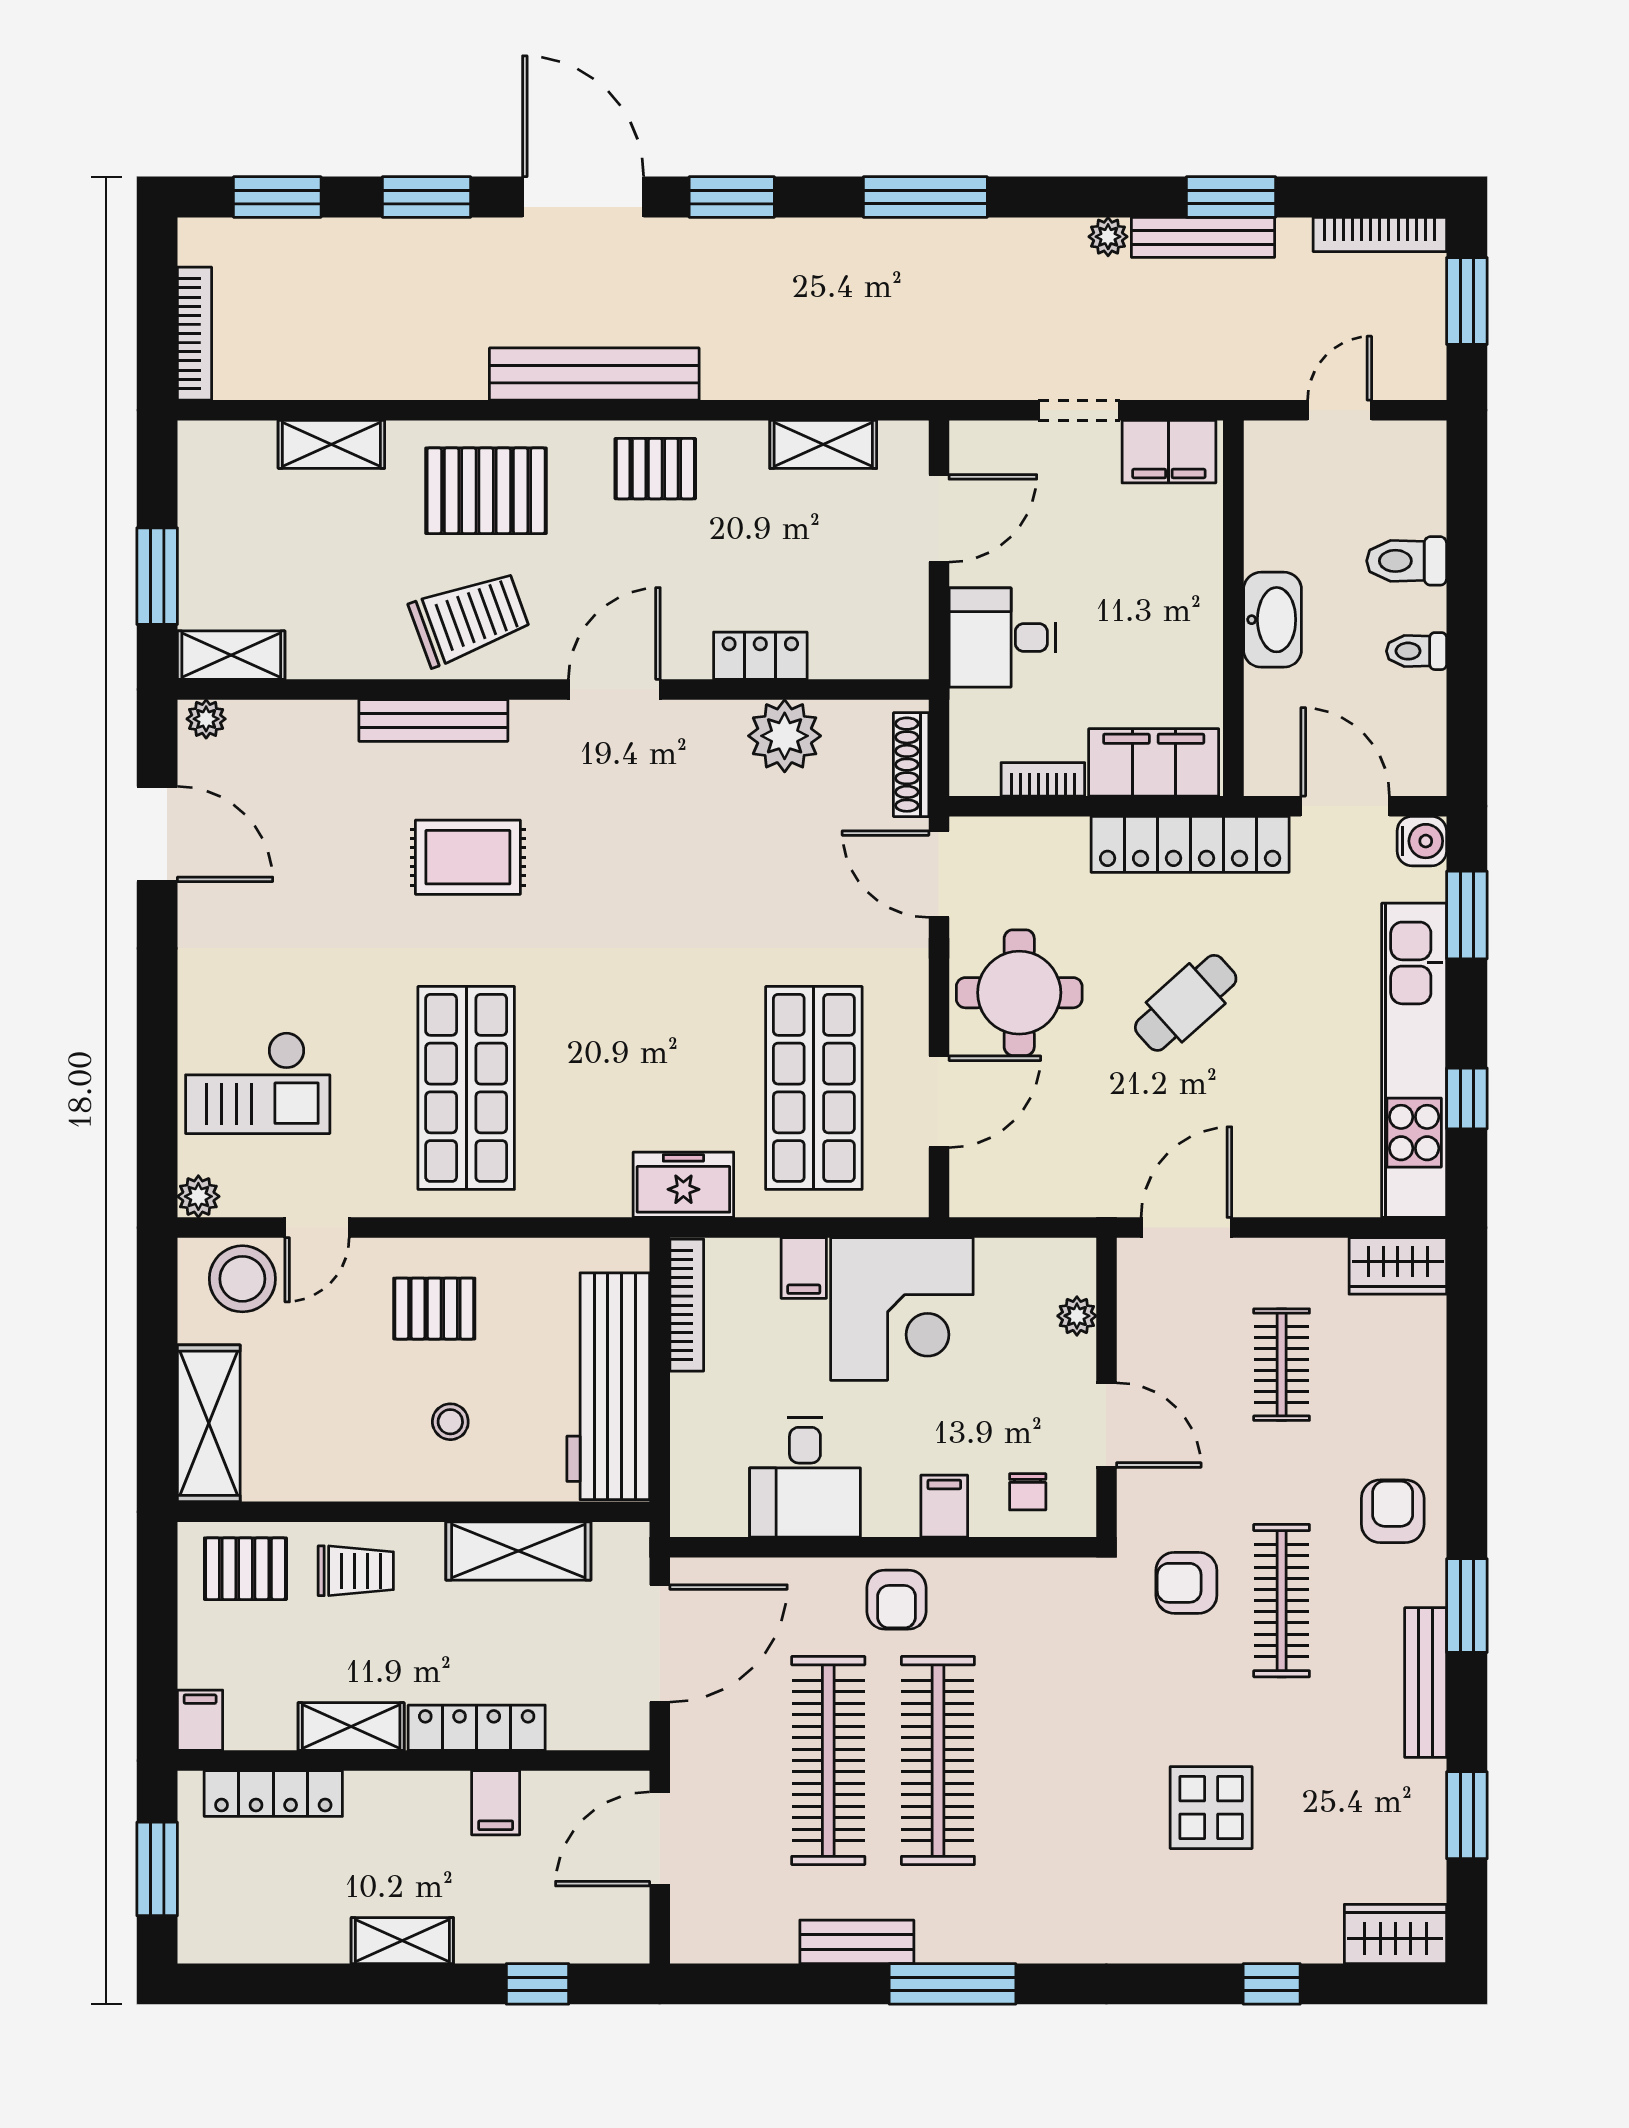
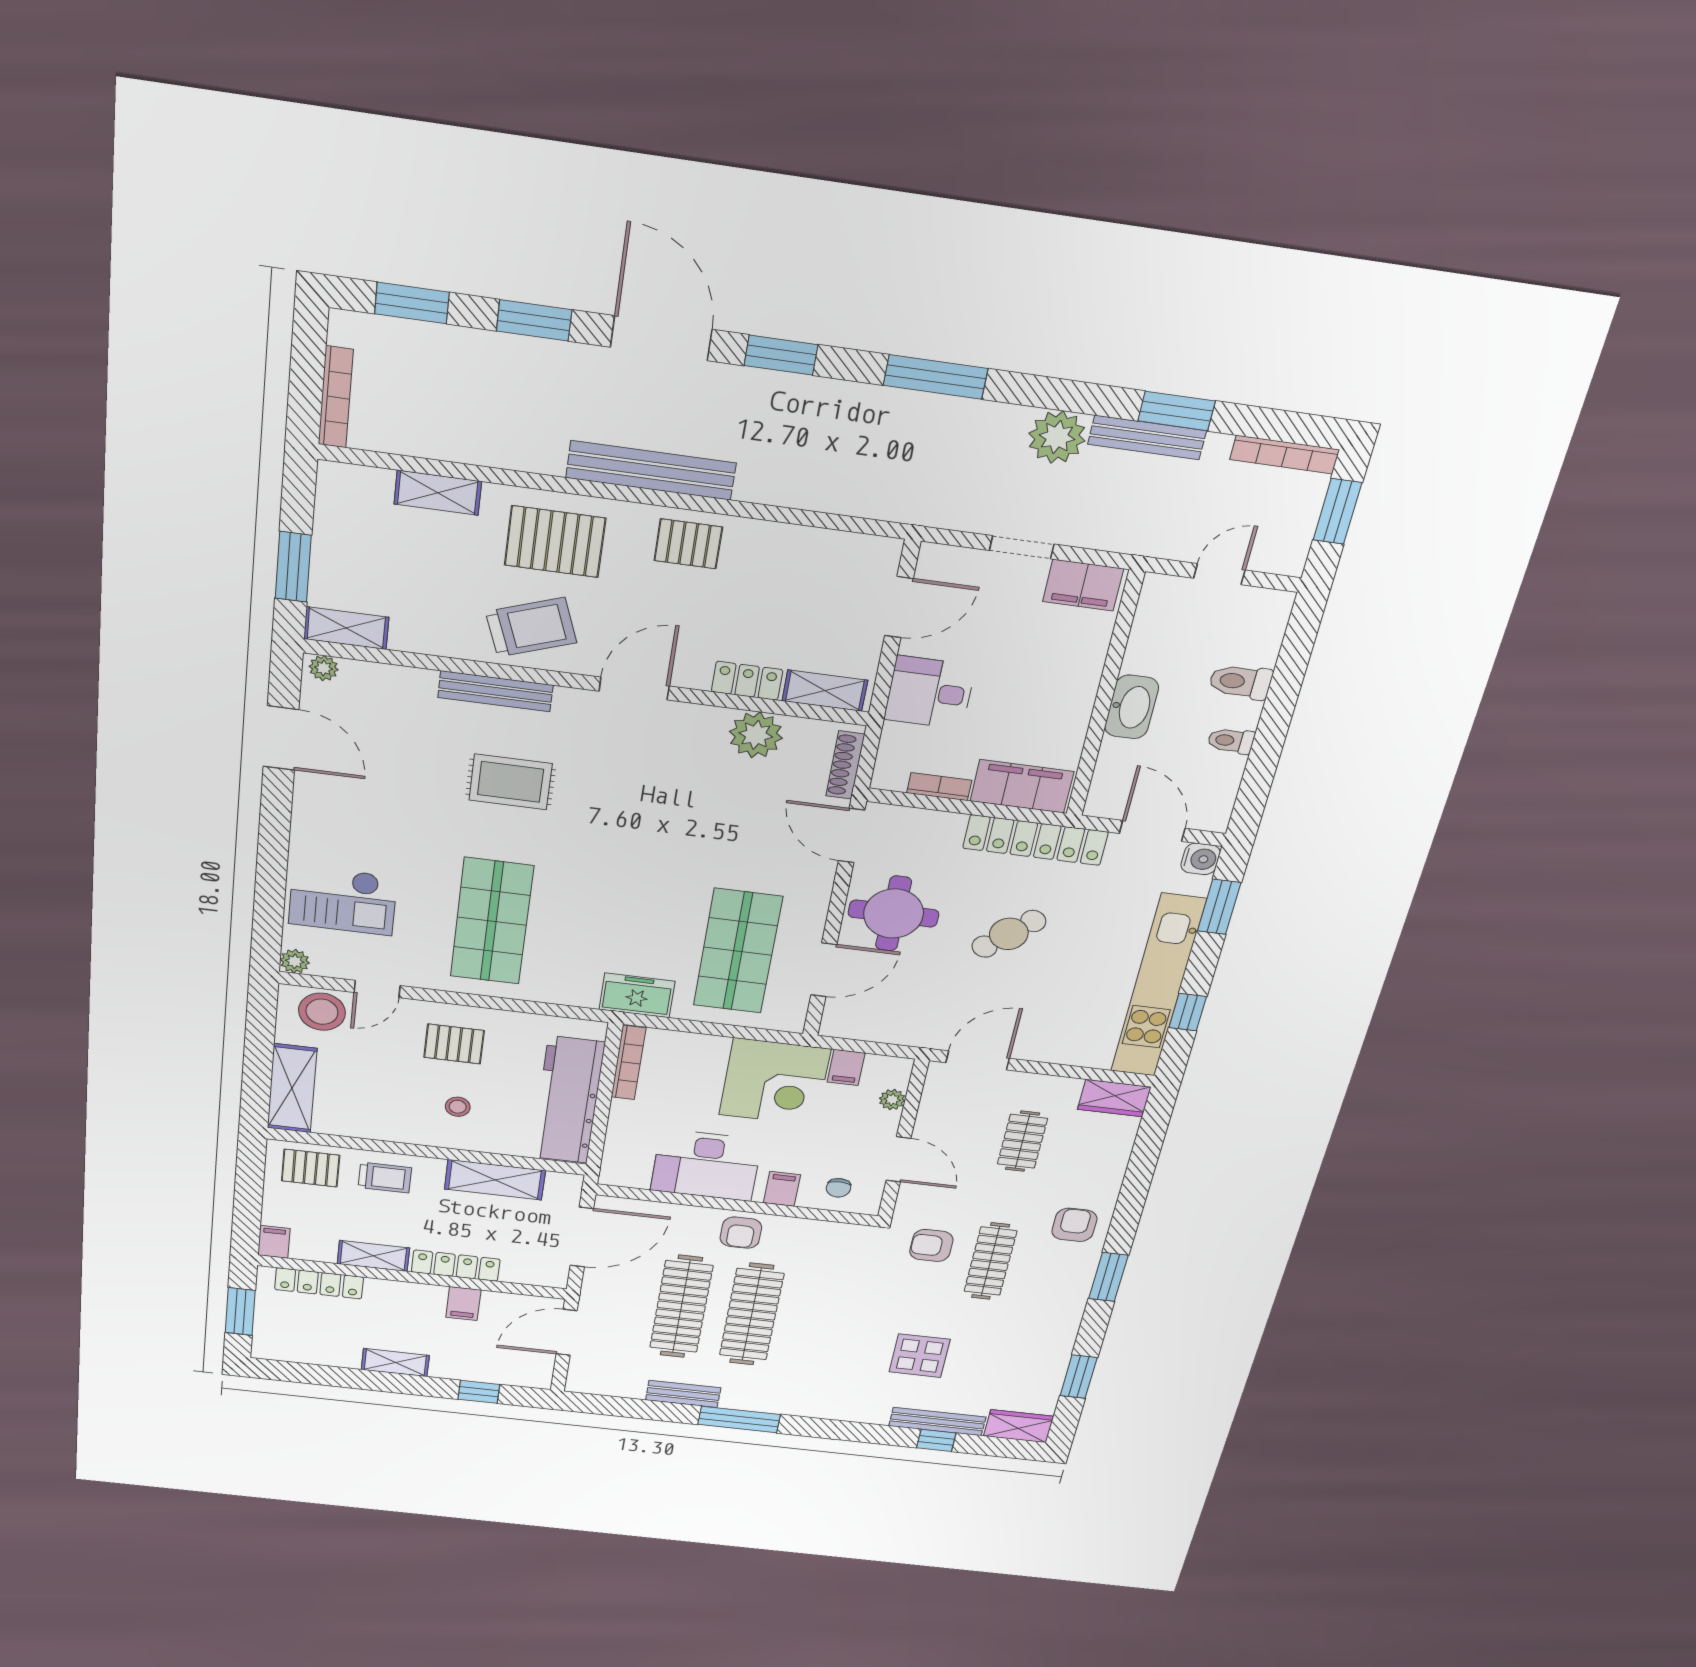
plant: (1108, 237) -> (1057, 437), width x1.87, depth x1.87
shelving: (823, 444) -> (825, 691), moved
filing cabinet: (804, 1268) -> (846, 1068), moved
desk: (805, 1477) -> (706, 1165), width x1.37
bench: (1426, 1683) -> (937, 1421), moved, turned 90

